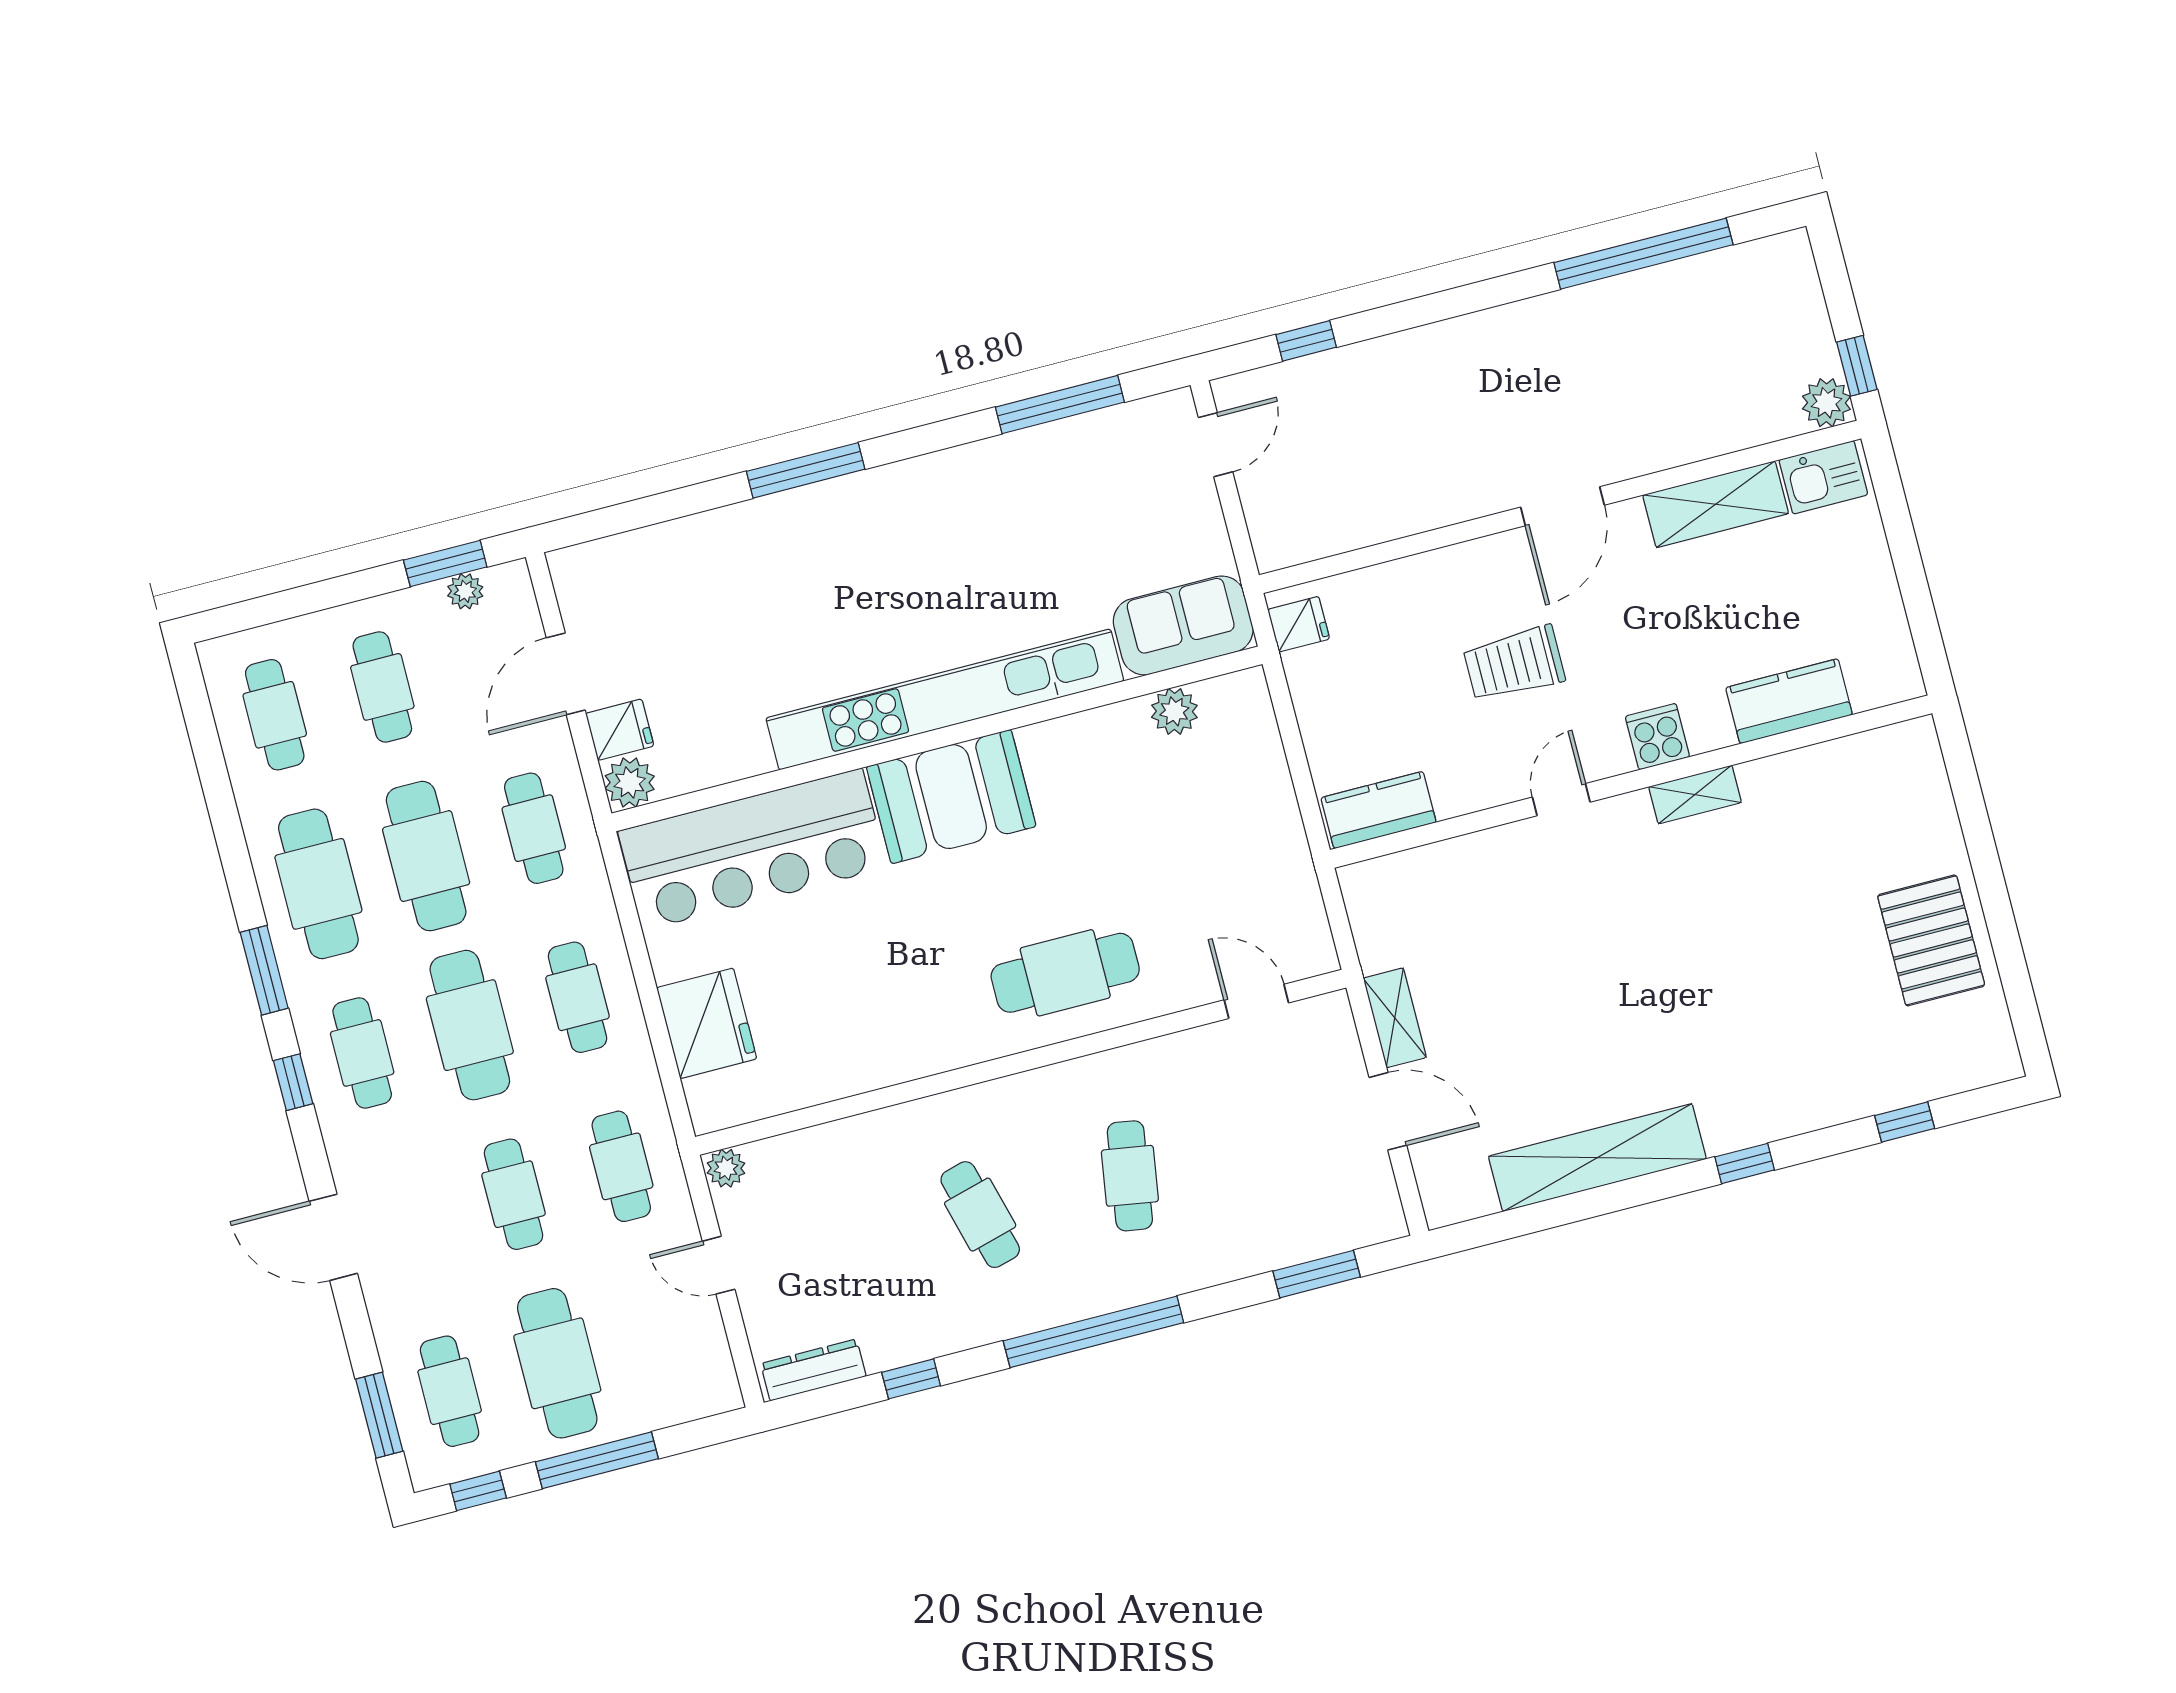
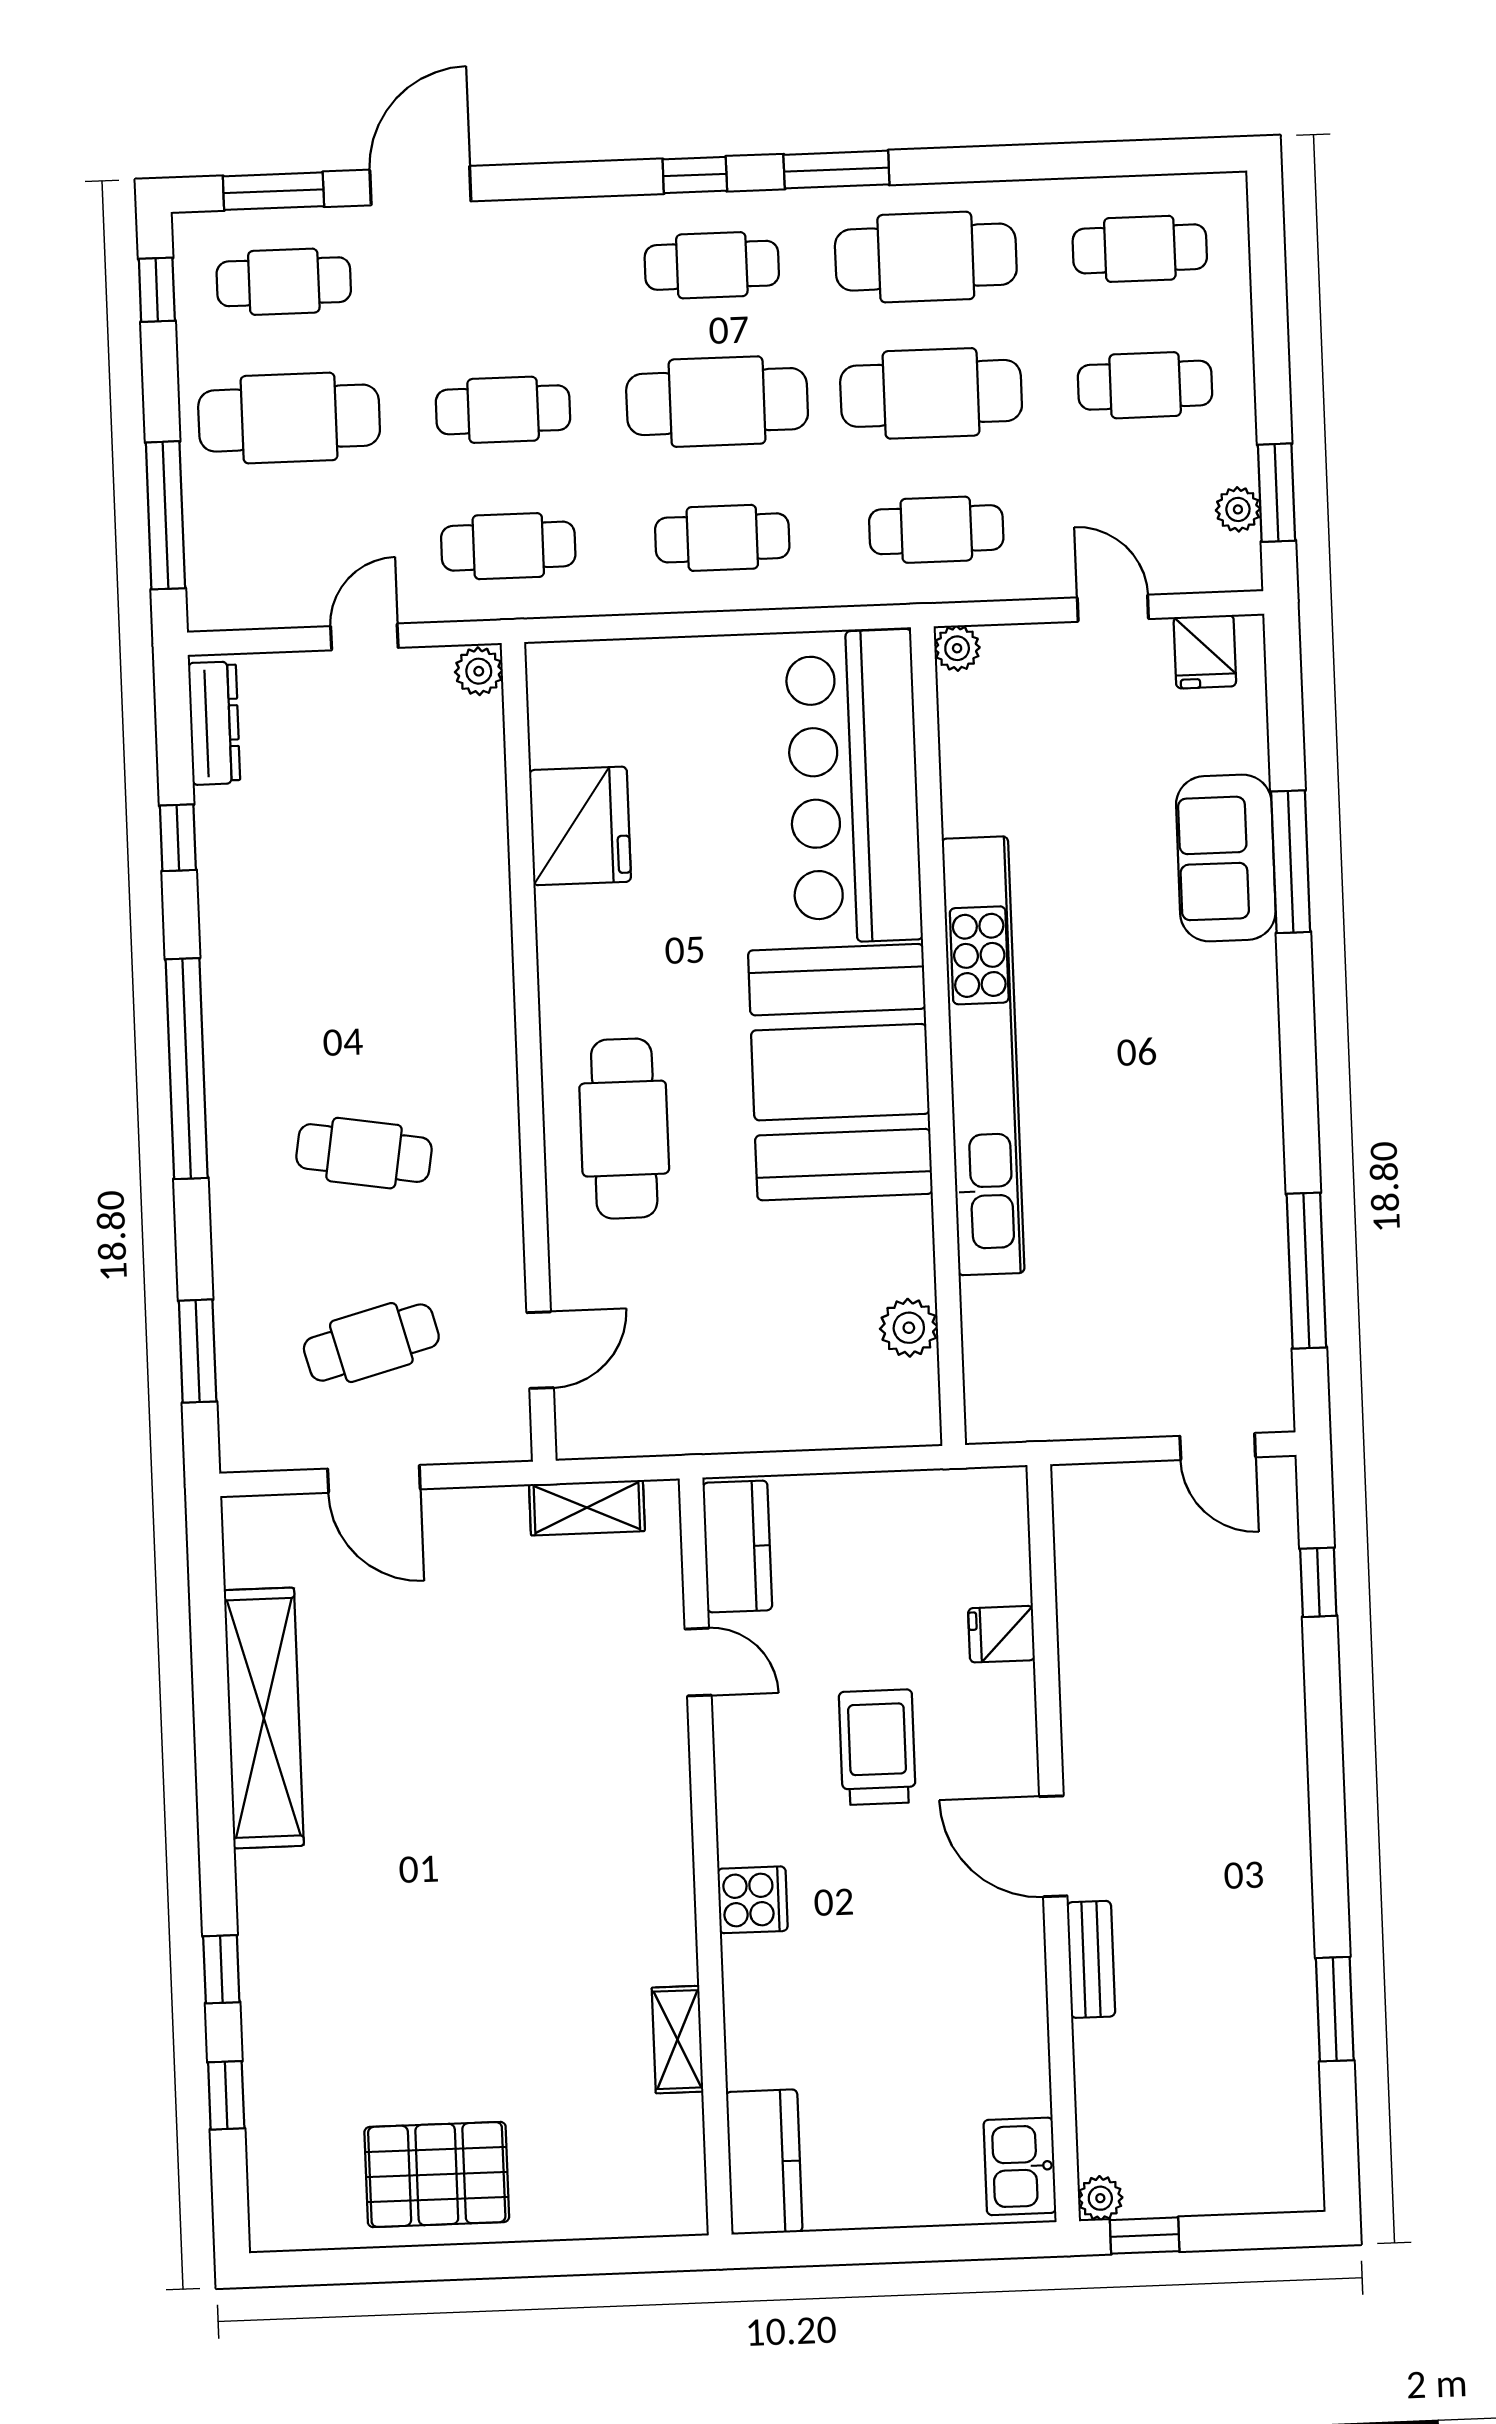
window: (1643, 254) -> (1335, 2009), width x0.47
plant: (1826, 403) -> (1100, 2198), width x0.73, depth x0.73
bench: (1646, 457) -> (1091, 1959), added
window: (806, 470) -> (1291, 862), moved
shelving: (1716, 504) -> (1016, 2030), removed
fridge: (1299, 624) -> (1001, 1634), moved, turned 90
sofa: (1183, 625) -> (1226, 858), moved, turned 180
door: (566, 674) -> (1113, 608), width x0.73
kitchen counter: (1789, 701) -> (764, 2162), moved
fridge: (620, 730) -> (1205, 652), moved
plant: (630, 783) -> (957, 648), width x0.73, depth x0.73
shelving: (1695, 795) -> (677, 2040), moved
booth: (951, 797) -> (840, 1072), width x1.36, depth x1.42
door: (1561, 800) -> (698, 1662), moved
shelving: (1395, 1018) -> (587, 1508), moved
fridge: (707, 1023) -> (580, 826), moved, turned -90
door: (1388, 1111) -> (374, 1479), hinge flipped
window: (1745, 1163) -> (221, 1969), moved
cafe table: (980, 1215) -> (371, 1343), moved
door: (333, 1237) -> (420, 186), moved
window: (597, 1460) -> (165, 515), moved

